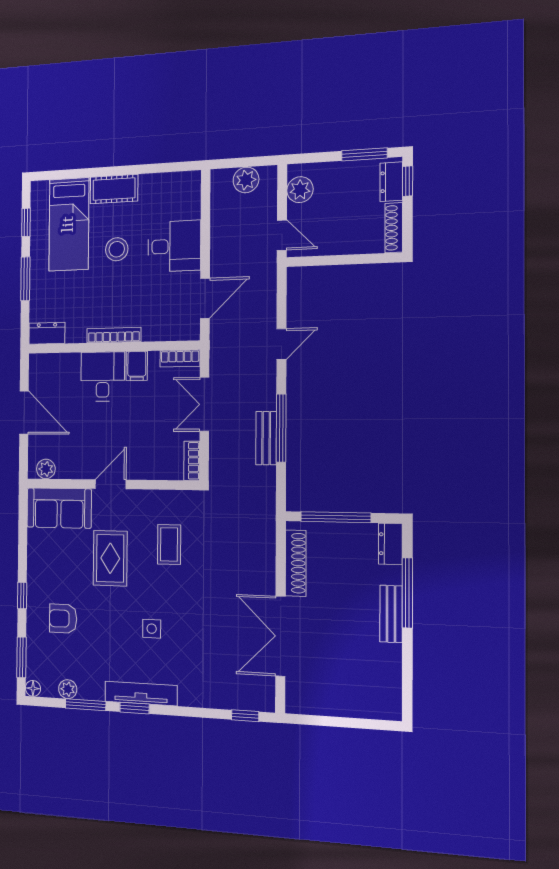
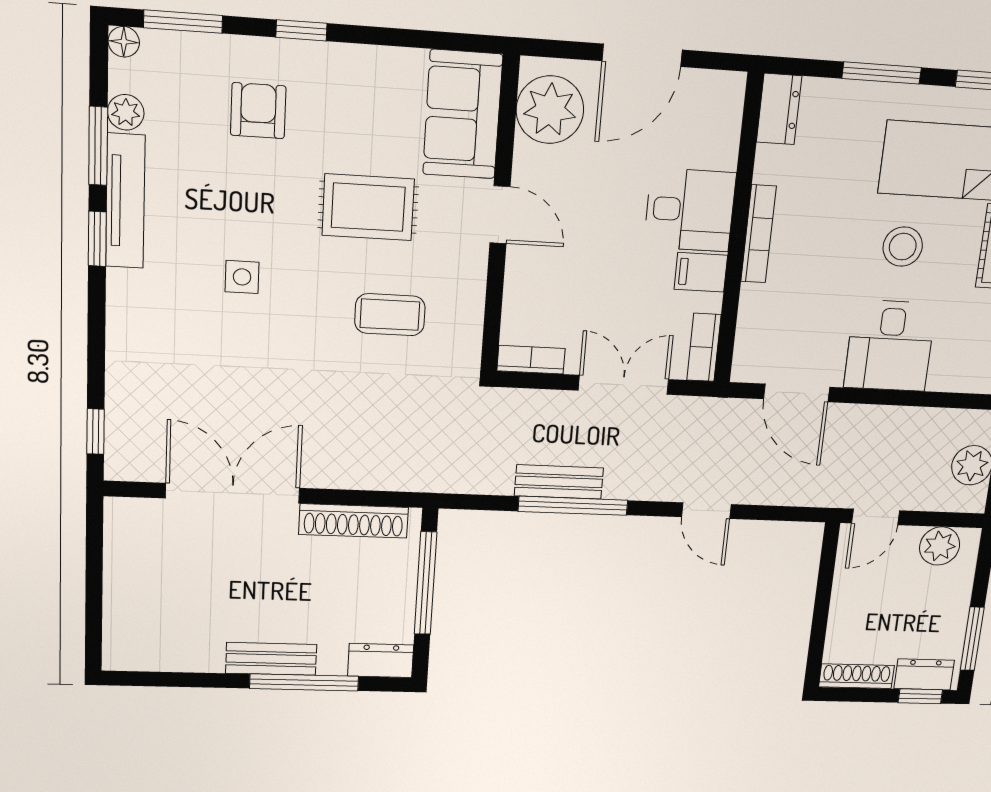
plant: (46, 469) -> (550, 110), width x1.87, depth x1.87
tv unit: (141, 693) -> (125, 201), moved

